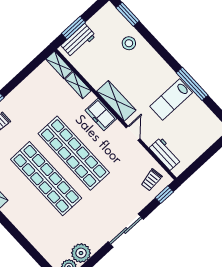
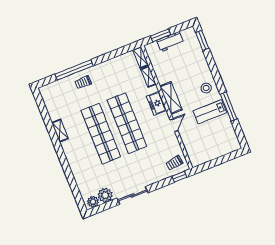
workbench: (78, 40) -> (170, 42), moved
stool: (129, 43) -> (206, 88), moved
workbench: (165, 154) -> (191, 148), removed
sliding door: (126, 230) -> (132, 195), moved

